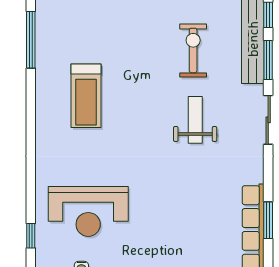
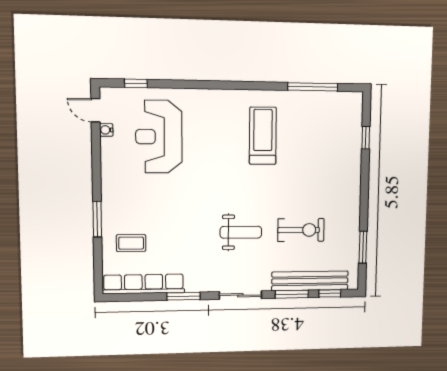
treadmill: (86, 96) -> (263, 136), turned 90
window: (268, 220) -> (184, 296), moved
coffee table: (206, 243) -> (131, 243), added

